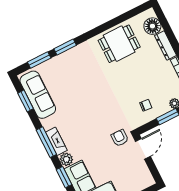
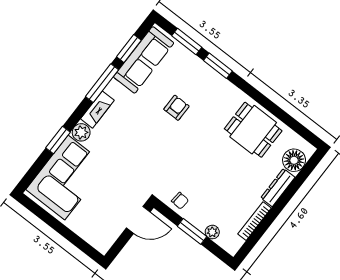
chair: (146, 105) -> (180, 201), moved
armchair: (120, 138) -> (176, 108), moved
window: (46, 142) -> (102, 83), moved

